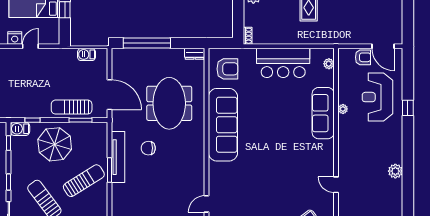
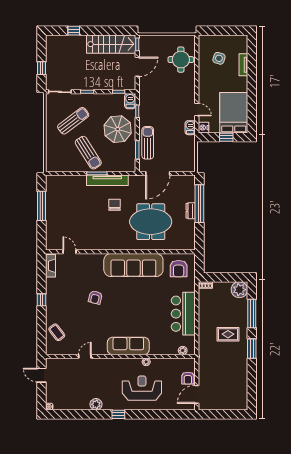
nightstand: (15, 38) -> (203, 128), moved
barbecue: (87, 54) -> (190, 128), moved
dresser: (195, 54) -> (191, 211), moved
reception desk: (378, 97) -> (142, 388), moved
window: (408, 108) -> (118, 414), moved
sofa: (323, 113) -> (128, 346), moved
armchair: (263, 172) -> (95, 297), added

